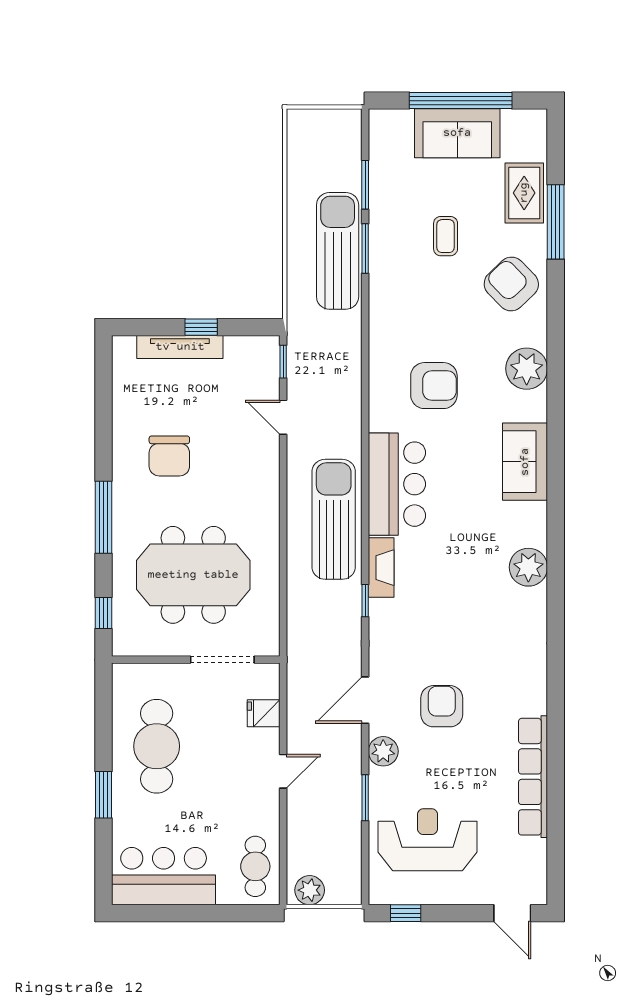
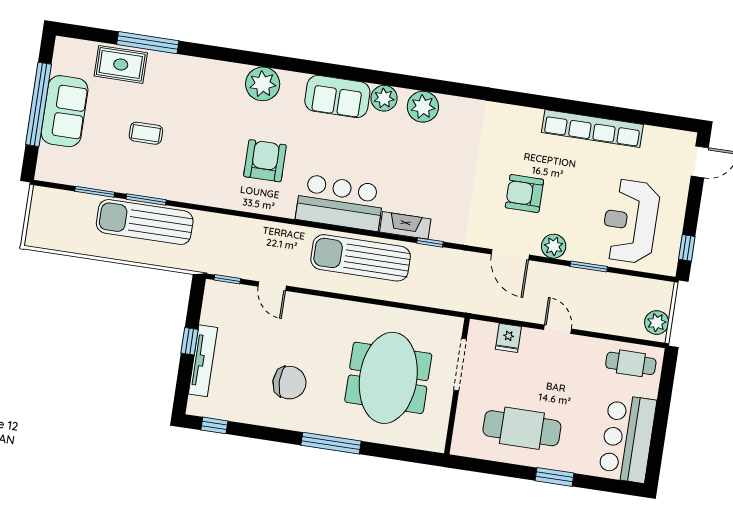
armchair: (511, 284) -> (193, 86), removed
door: (283, 417) -> (272, 286), hinge flipped
plant: (532, 518) -> (384, 98), added
window: (104, 613) -> (214, 425), moved

